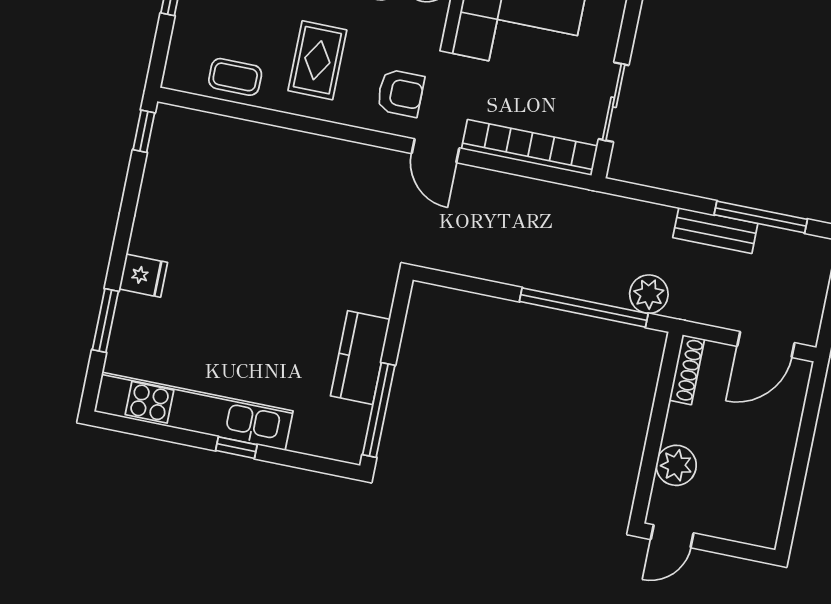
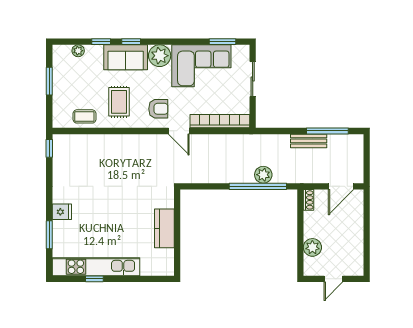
sliding door: (614, 102) -> (253, 79), moved
plant: (649, 294) -> (263, 175), moved
shoe rack: (687, 370) -> (309, 200), width x0.70
window: (379, 410) -> (177, 250), removed
window: (236, 448) -> (94, 279), moved
door: (672, 536) -> (333, 279), moved

